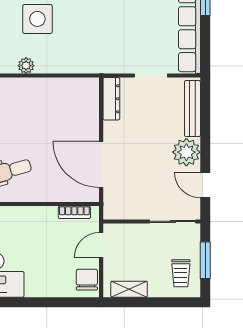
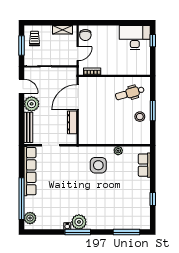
side table: (37, 19) -> (98, 165), moved
dresser: (111, 99) -> (72, 122), moved
door: (101, 165) -> (78, 97), swing flipped

